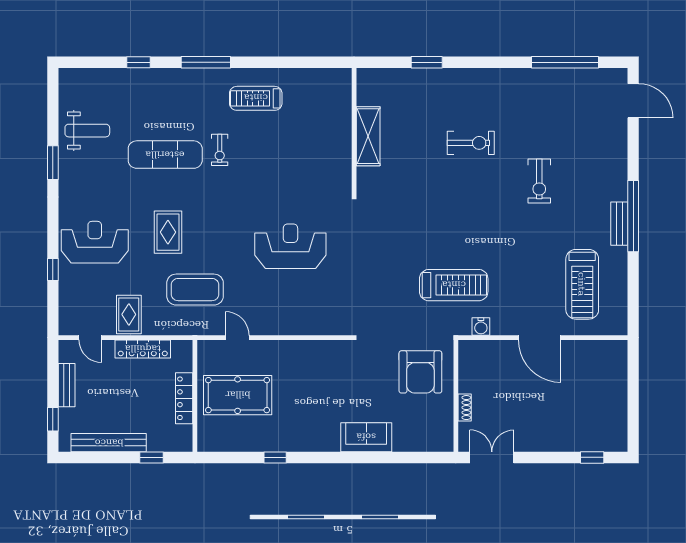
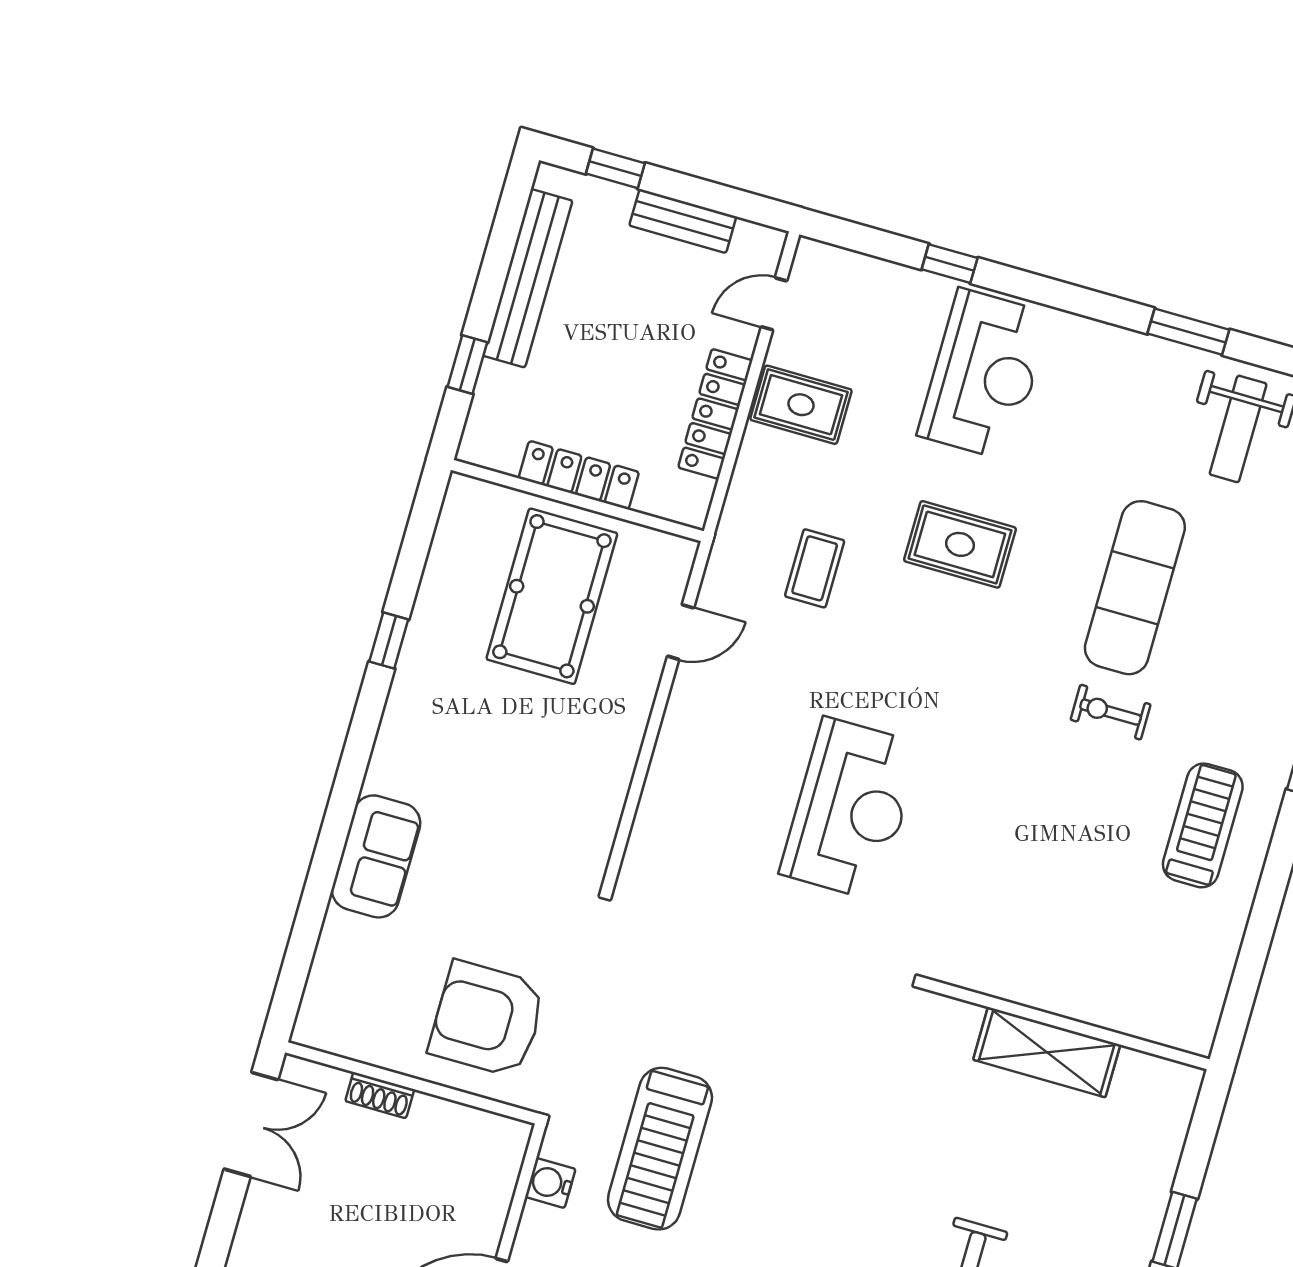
coffee table: (195, 290) -> (815, 568), width x0.54, depth x0.58

